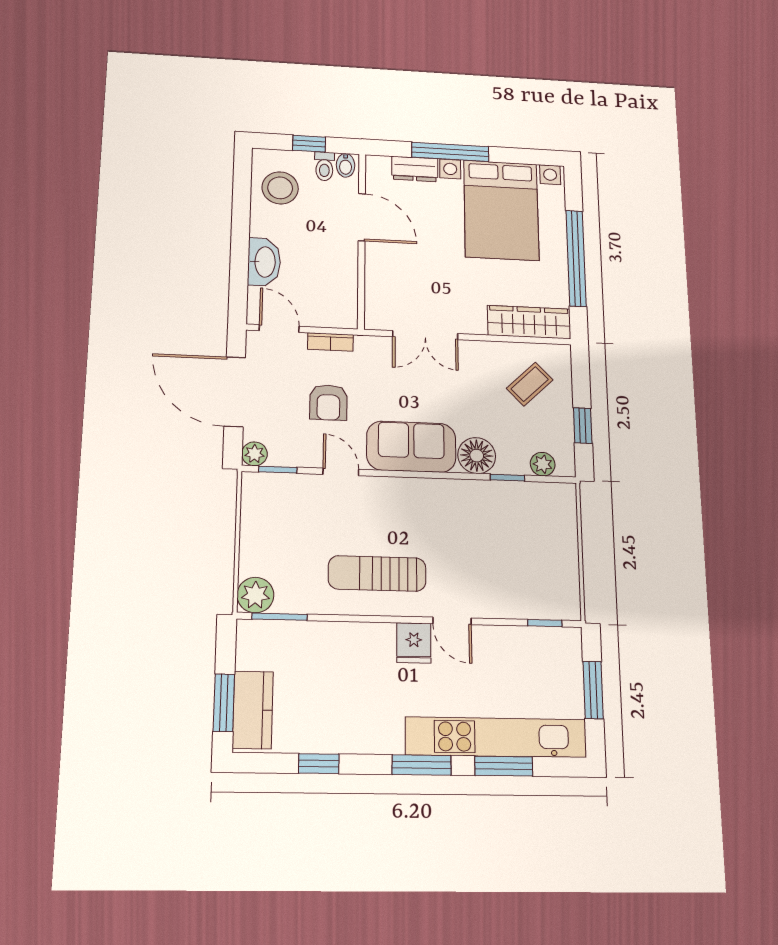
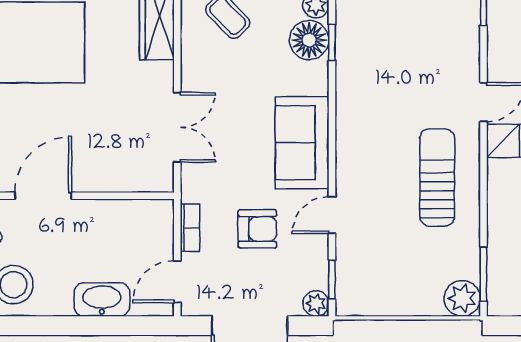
floor lamp: (477, 456) -> (309, 40), moved
sun lounger: (377, 573) -> (437, 177), turned 180

